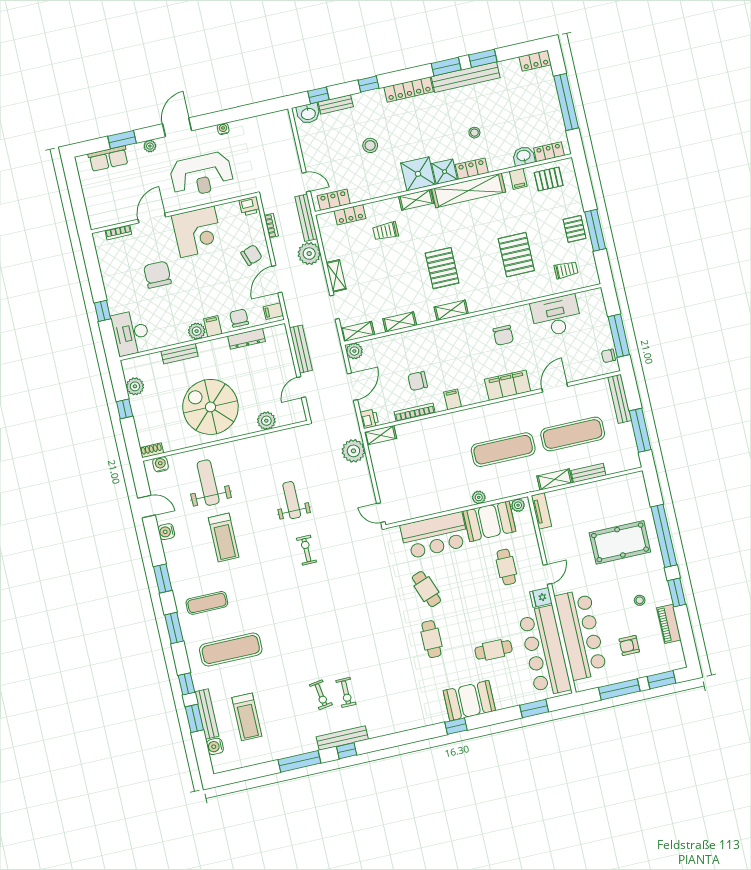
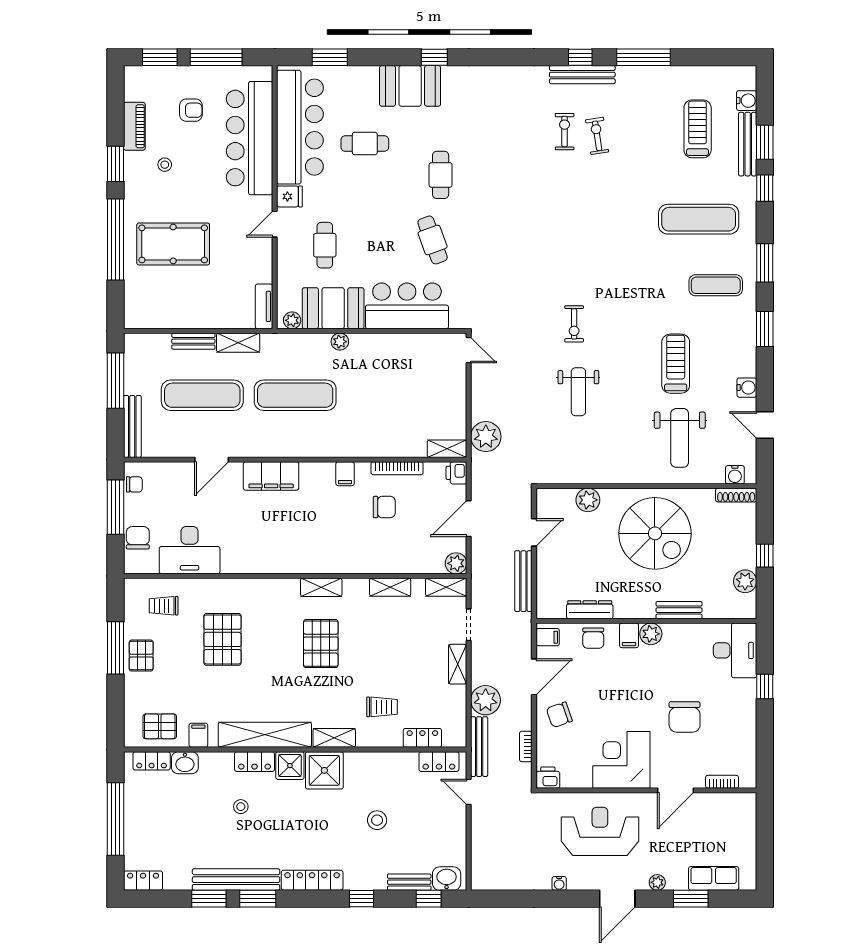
chair: (503, 335) -> (138, 538), moved
shoe rack: (152, 450) -> (736, 495), width x1.43

